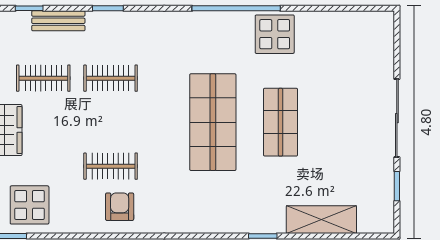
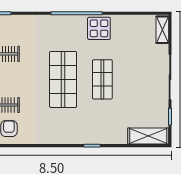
shelving: (384, 37) -> (162, 30), added
shelving: (321, 220) -> (148, 136), moved

